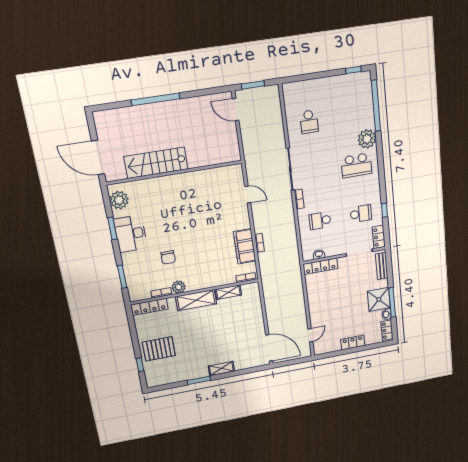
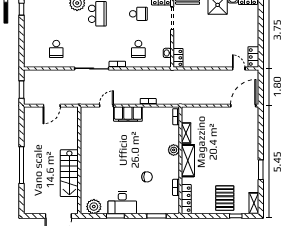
door: (236, 110) -> (52, 106), moved
school desk: (309, 122) -> (56, 49), turned 90
school desk: (361, 214) -> (138, 14), turned 90
filing cabinet: (245, 246) -> (128, 114), moved
locker: (321, 266) -> (178, 58), width x0.66
plant: (179, 287) -> (174, 150), moved
locker: (353, 342) -> (253, 57), moved
shelving: (221, 369) -> (254, 203), moved

